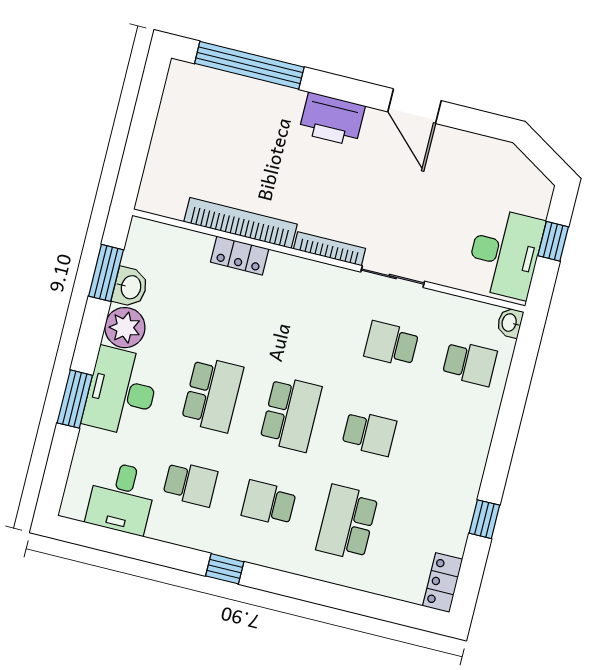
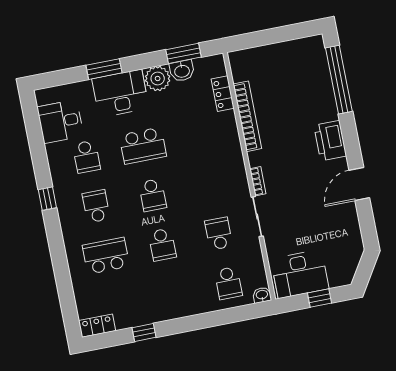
bookcase: (330, 249) -> (258, 181), width x0.64
locker: (240, 256) -> (223, 94), moved
school desk: (291, 414) -> (153, 195), width x0.54

